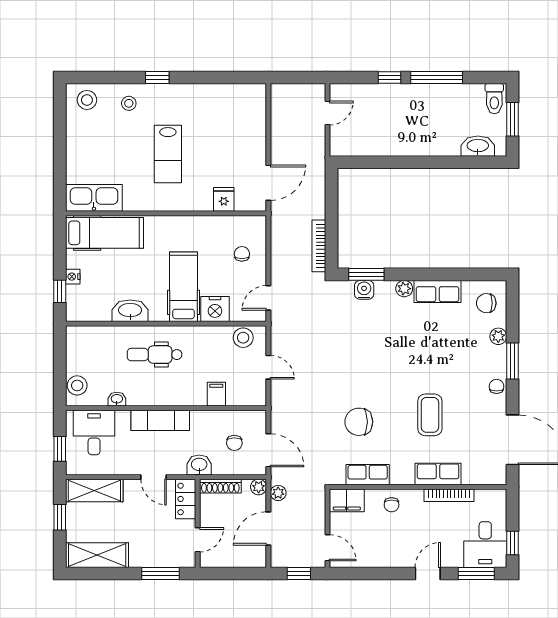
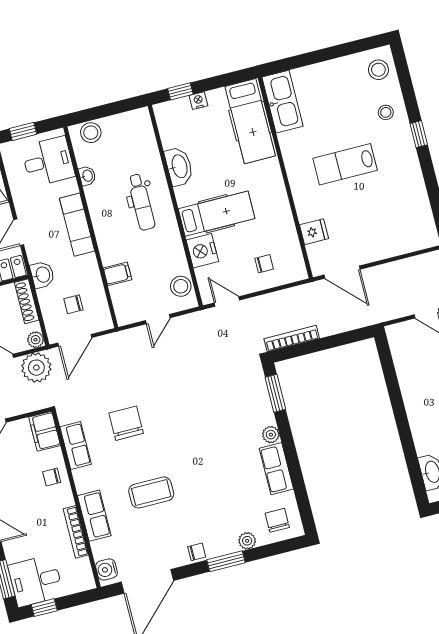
water cooler: (364, 290) -> (106, 569), moved, turned 180
dental chair: (155, 355) -> (141, 202), turned 180
plant: (278, 493) -> (36, 368), width x1.88, depth x1.88

